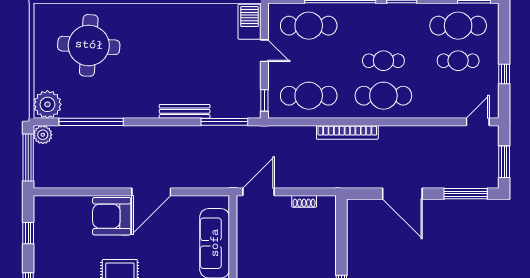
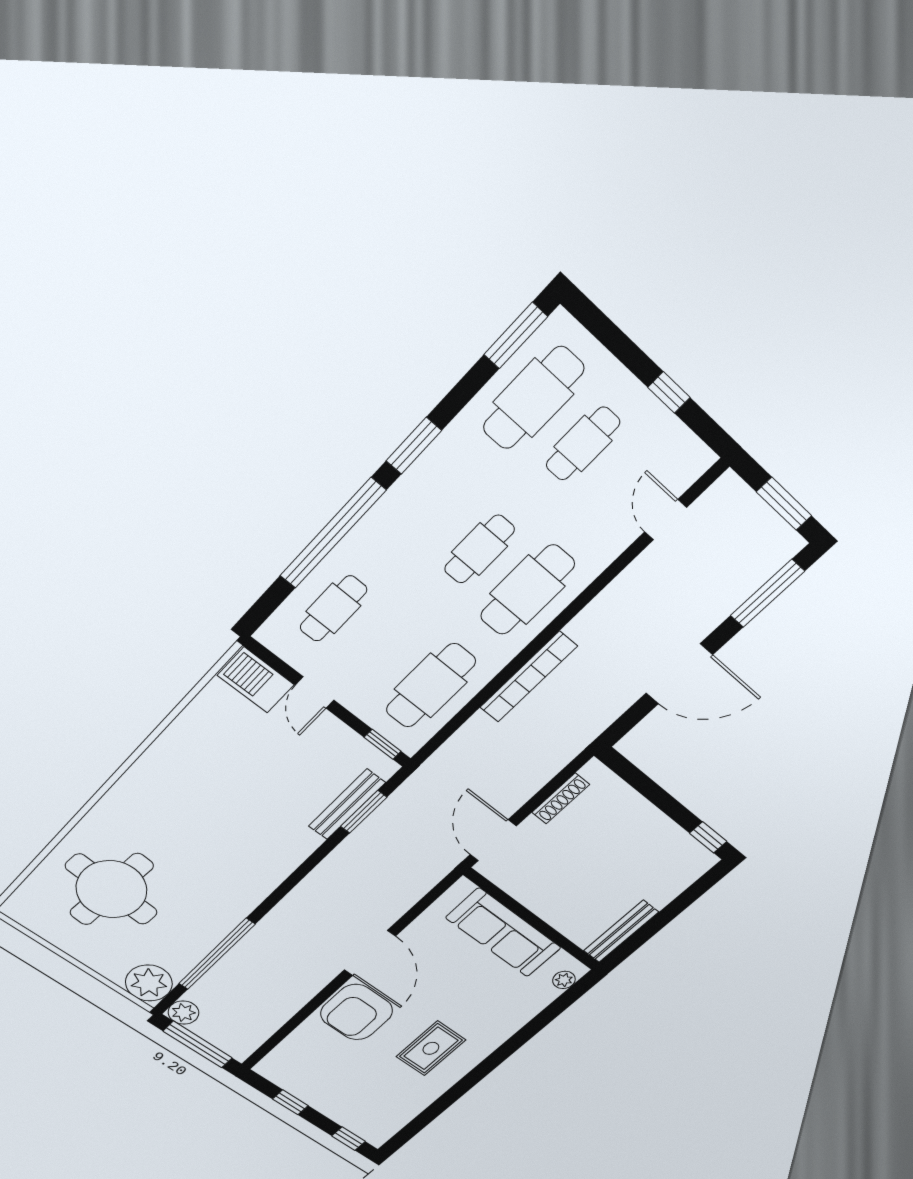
cafe table: (309, 26) -> (333, 609), width x0.73, depth x0.74
door: (264, 51) -> (315, 693), swing flipped
bench: (185, 111) -> (347, 804), moved
window: (224, 122) -> (364, 812), width x0.69
door: (478, 122) -> (666, 520), moved
shoe rack: (304, 201) -> (561, 798), width x1.43

